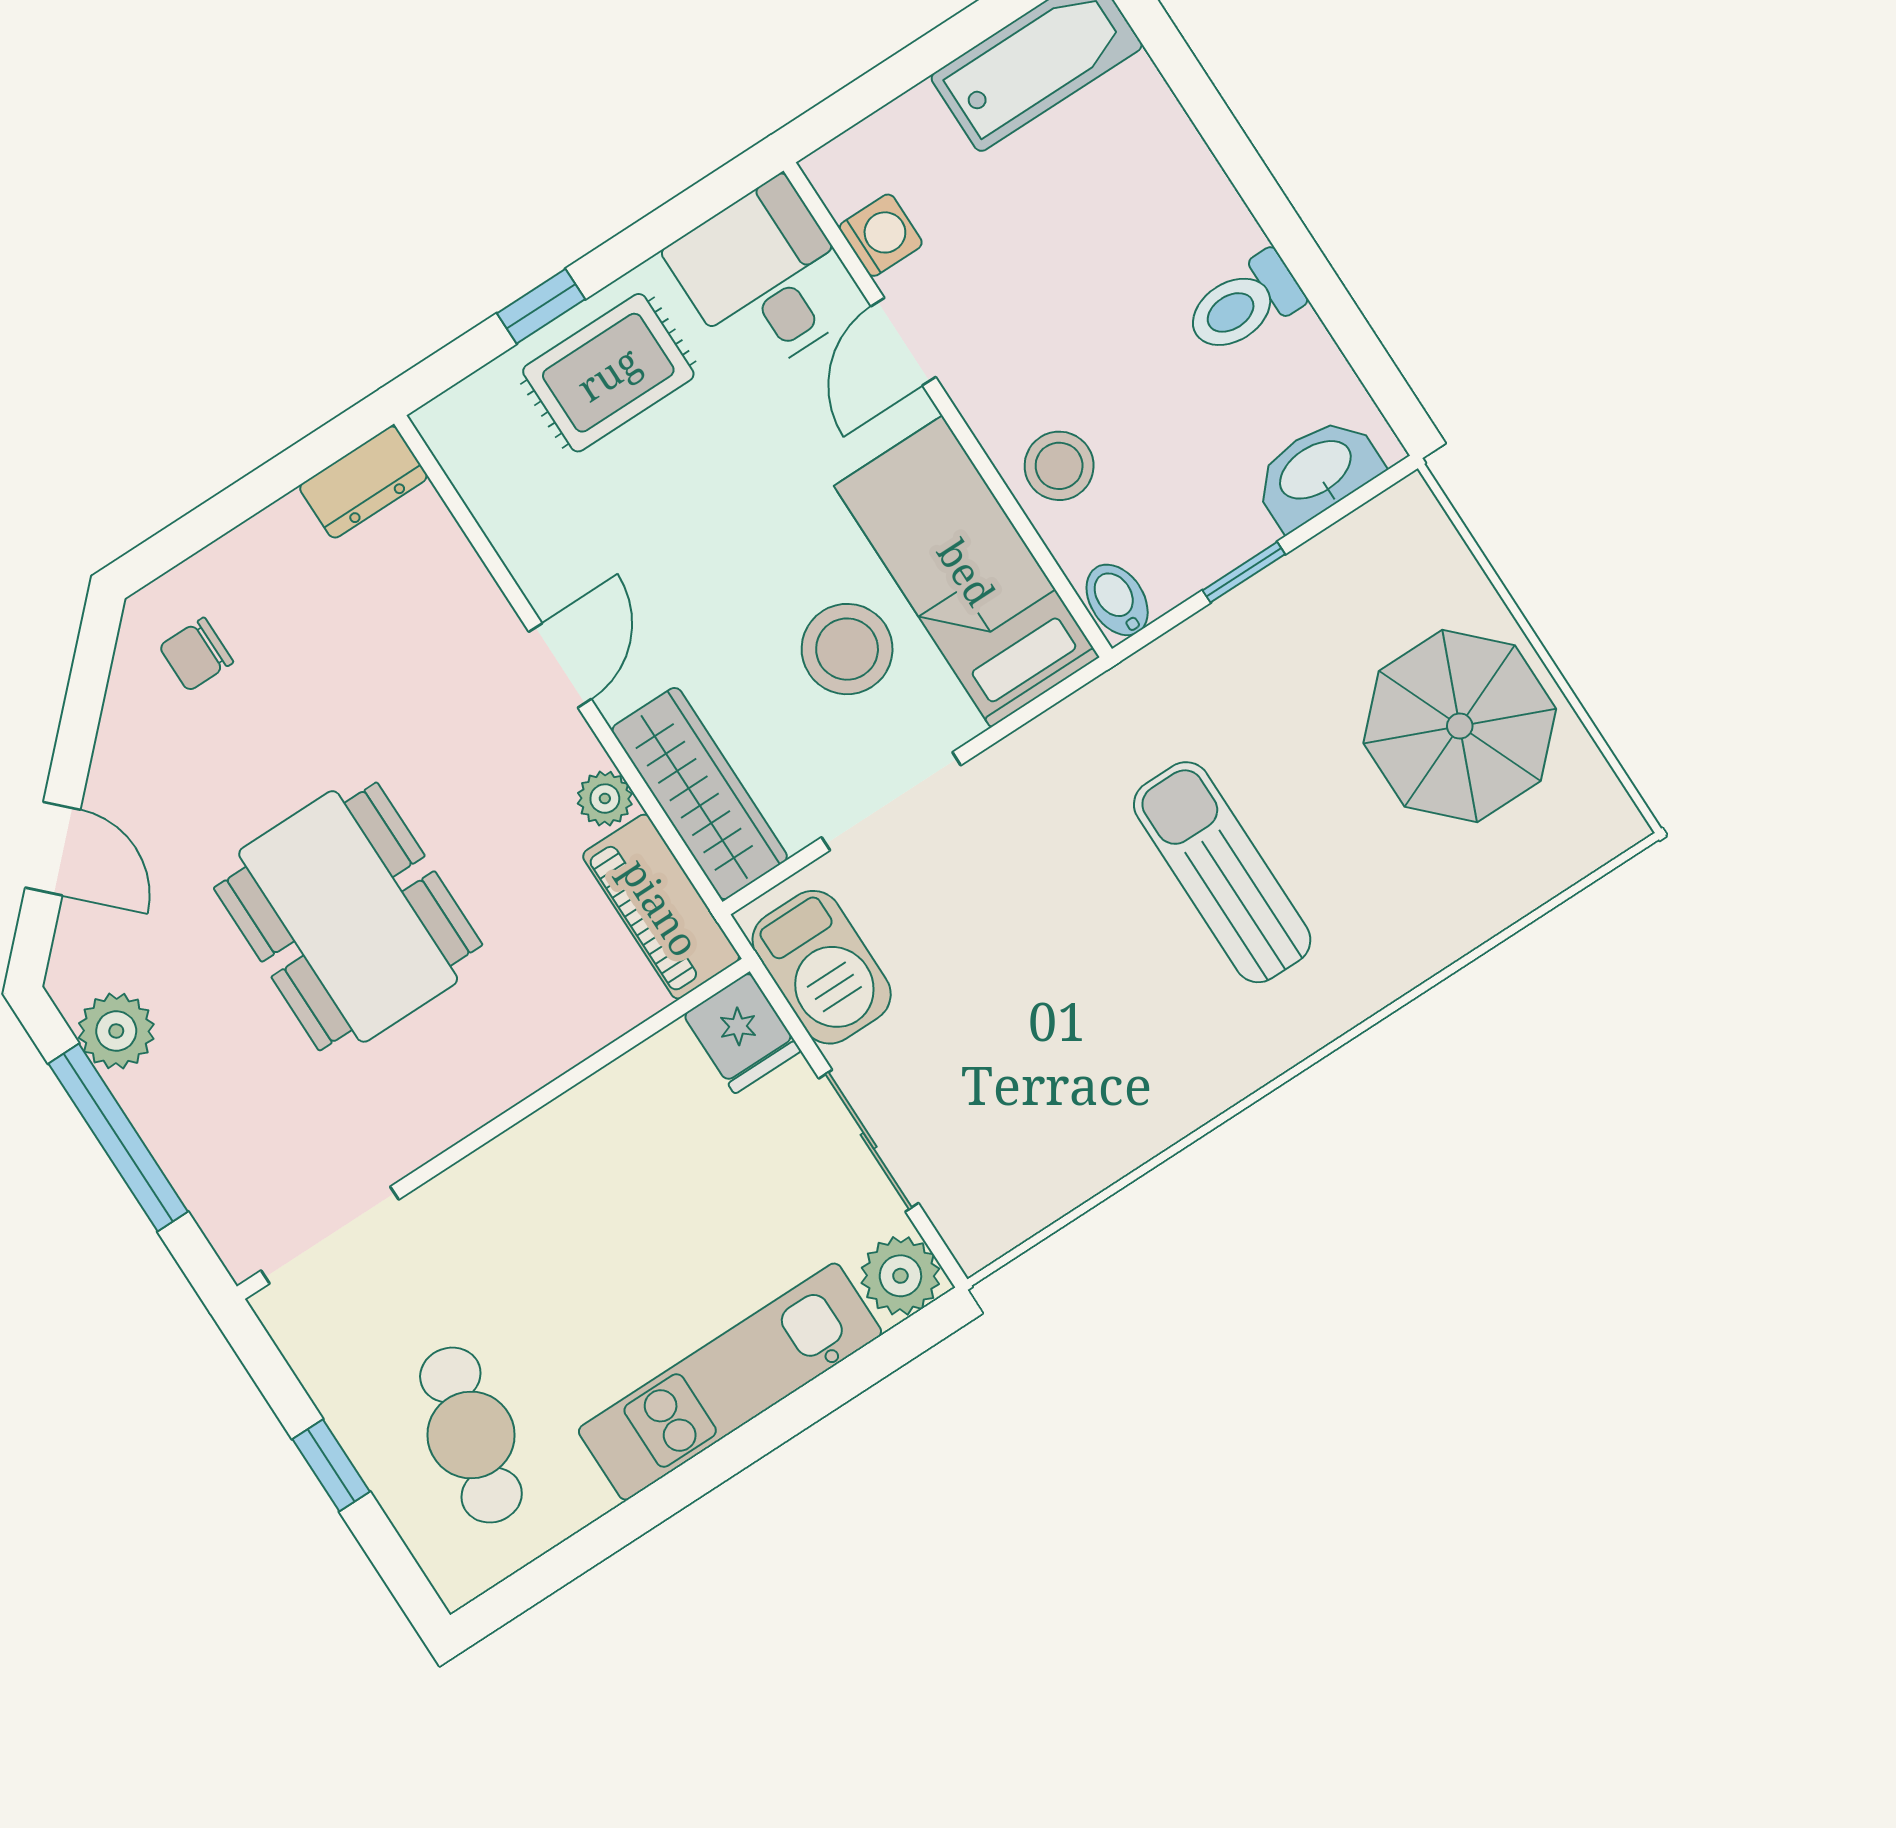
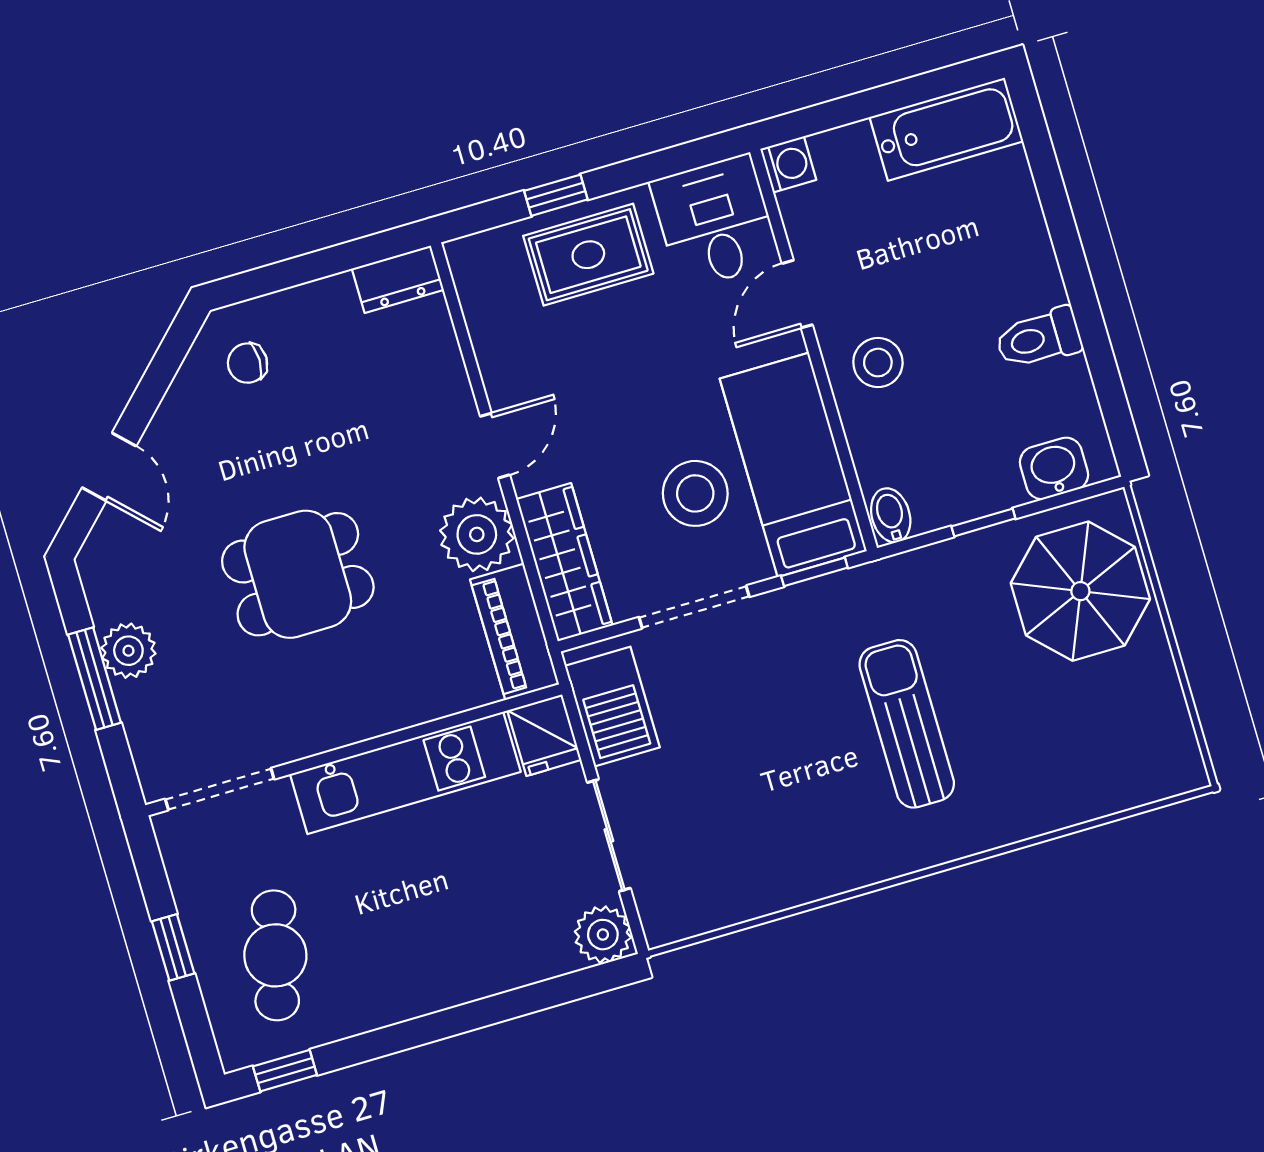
washing machine: (881, 235) -> (788, 164), moved
stool: (1059, 466) -> (878, 363), moved
washbasin: (1317, 472) -> (1054, 468), width x0.72
window: (1038, 706) -> (814, 572), added
parasol: (1460, 726) -> (1080, 591), moved
plant: (605, 799) -> (477, 534), width x1.88, depth x1.88
dining table: (348, 916) -> (298, 574), width x0.73
plant: (116, 1031) -> (128, 651), moved
window: (118, 1138) -> (95, 679), width x0.69
kitchen unit: (730, 1382) -> (405, 773), moved, turned 180
window: (530, 1585) -> (285, 1071), added

